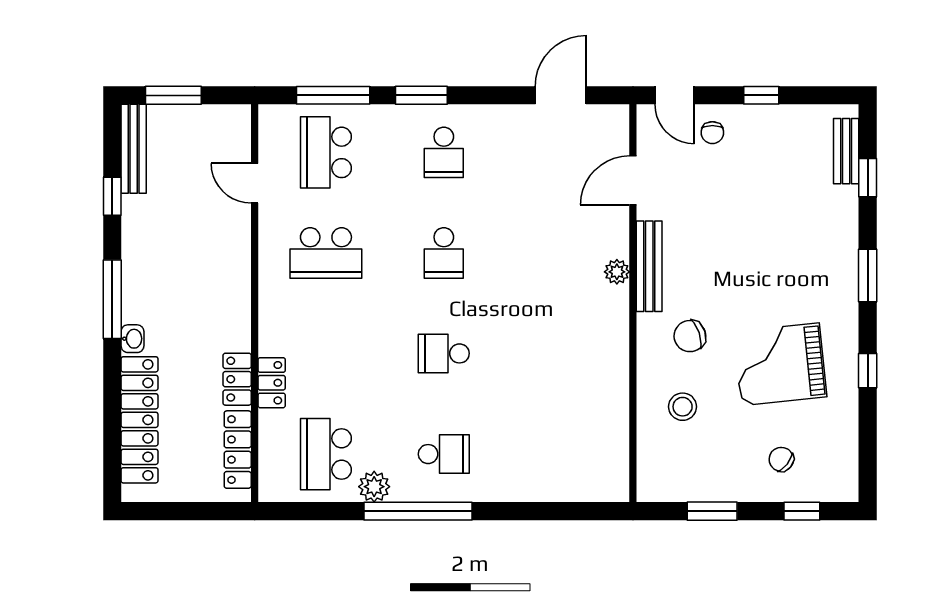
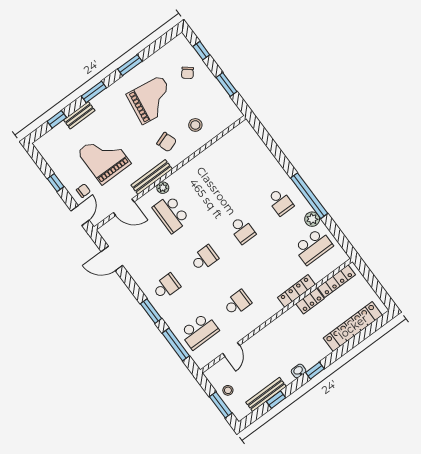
stool: (189, 126) -> (228, 390), added
bench: (134, 149) -> (266, 394), moved
bench: (846, 151) -> (79, 115), moved
grand piano: (742, 210) -> (104, 158), added
school desk: (326, 253) -> (237, 303), width x0.54
school desk: (562, 253) -> (171, 214), added
window: (112, 299) -> (315, 371), width x0.46
washbasin: (132, 339) -> (299, 371), moved
grand piano: (780, 364) -> (152, 100), turned -76
window: (868, 371) -> (130, 65), width x1.50
locker: (272, 383) -> (296, 291), width x1.53
school desk: (444, 454) -> (280, 202), turned 180

